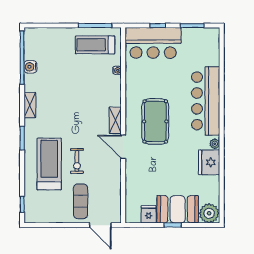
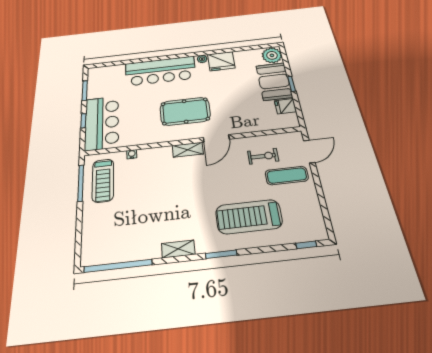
water cooler: (30, 67) -> (130, 254), removed
exercise bike: (77, 161) -> (263, 156), moved

